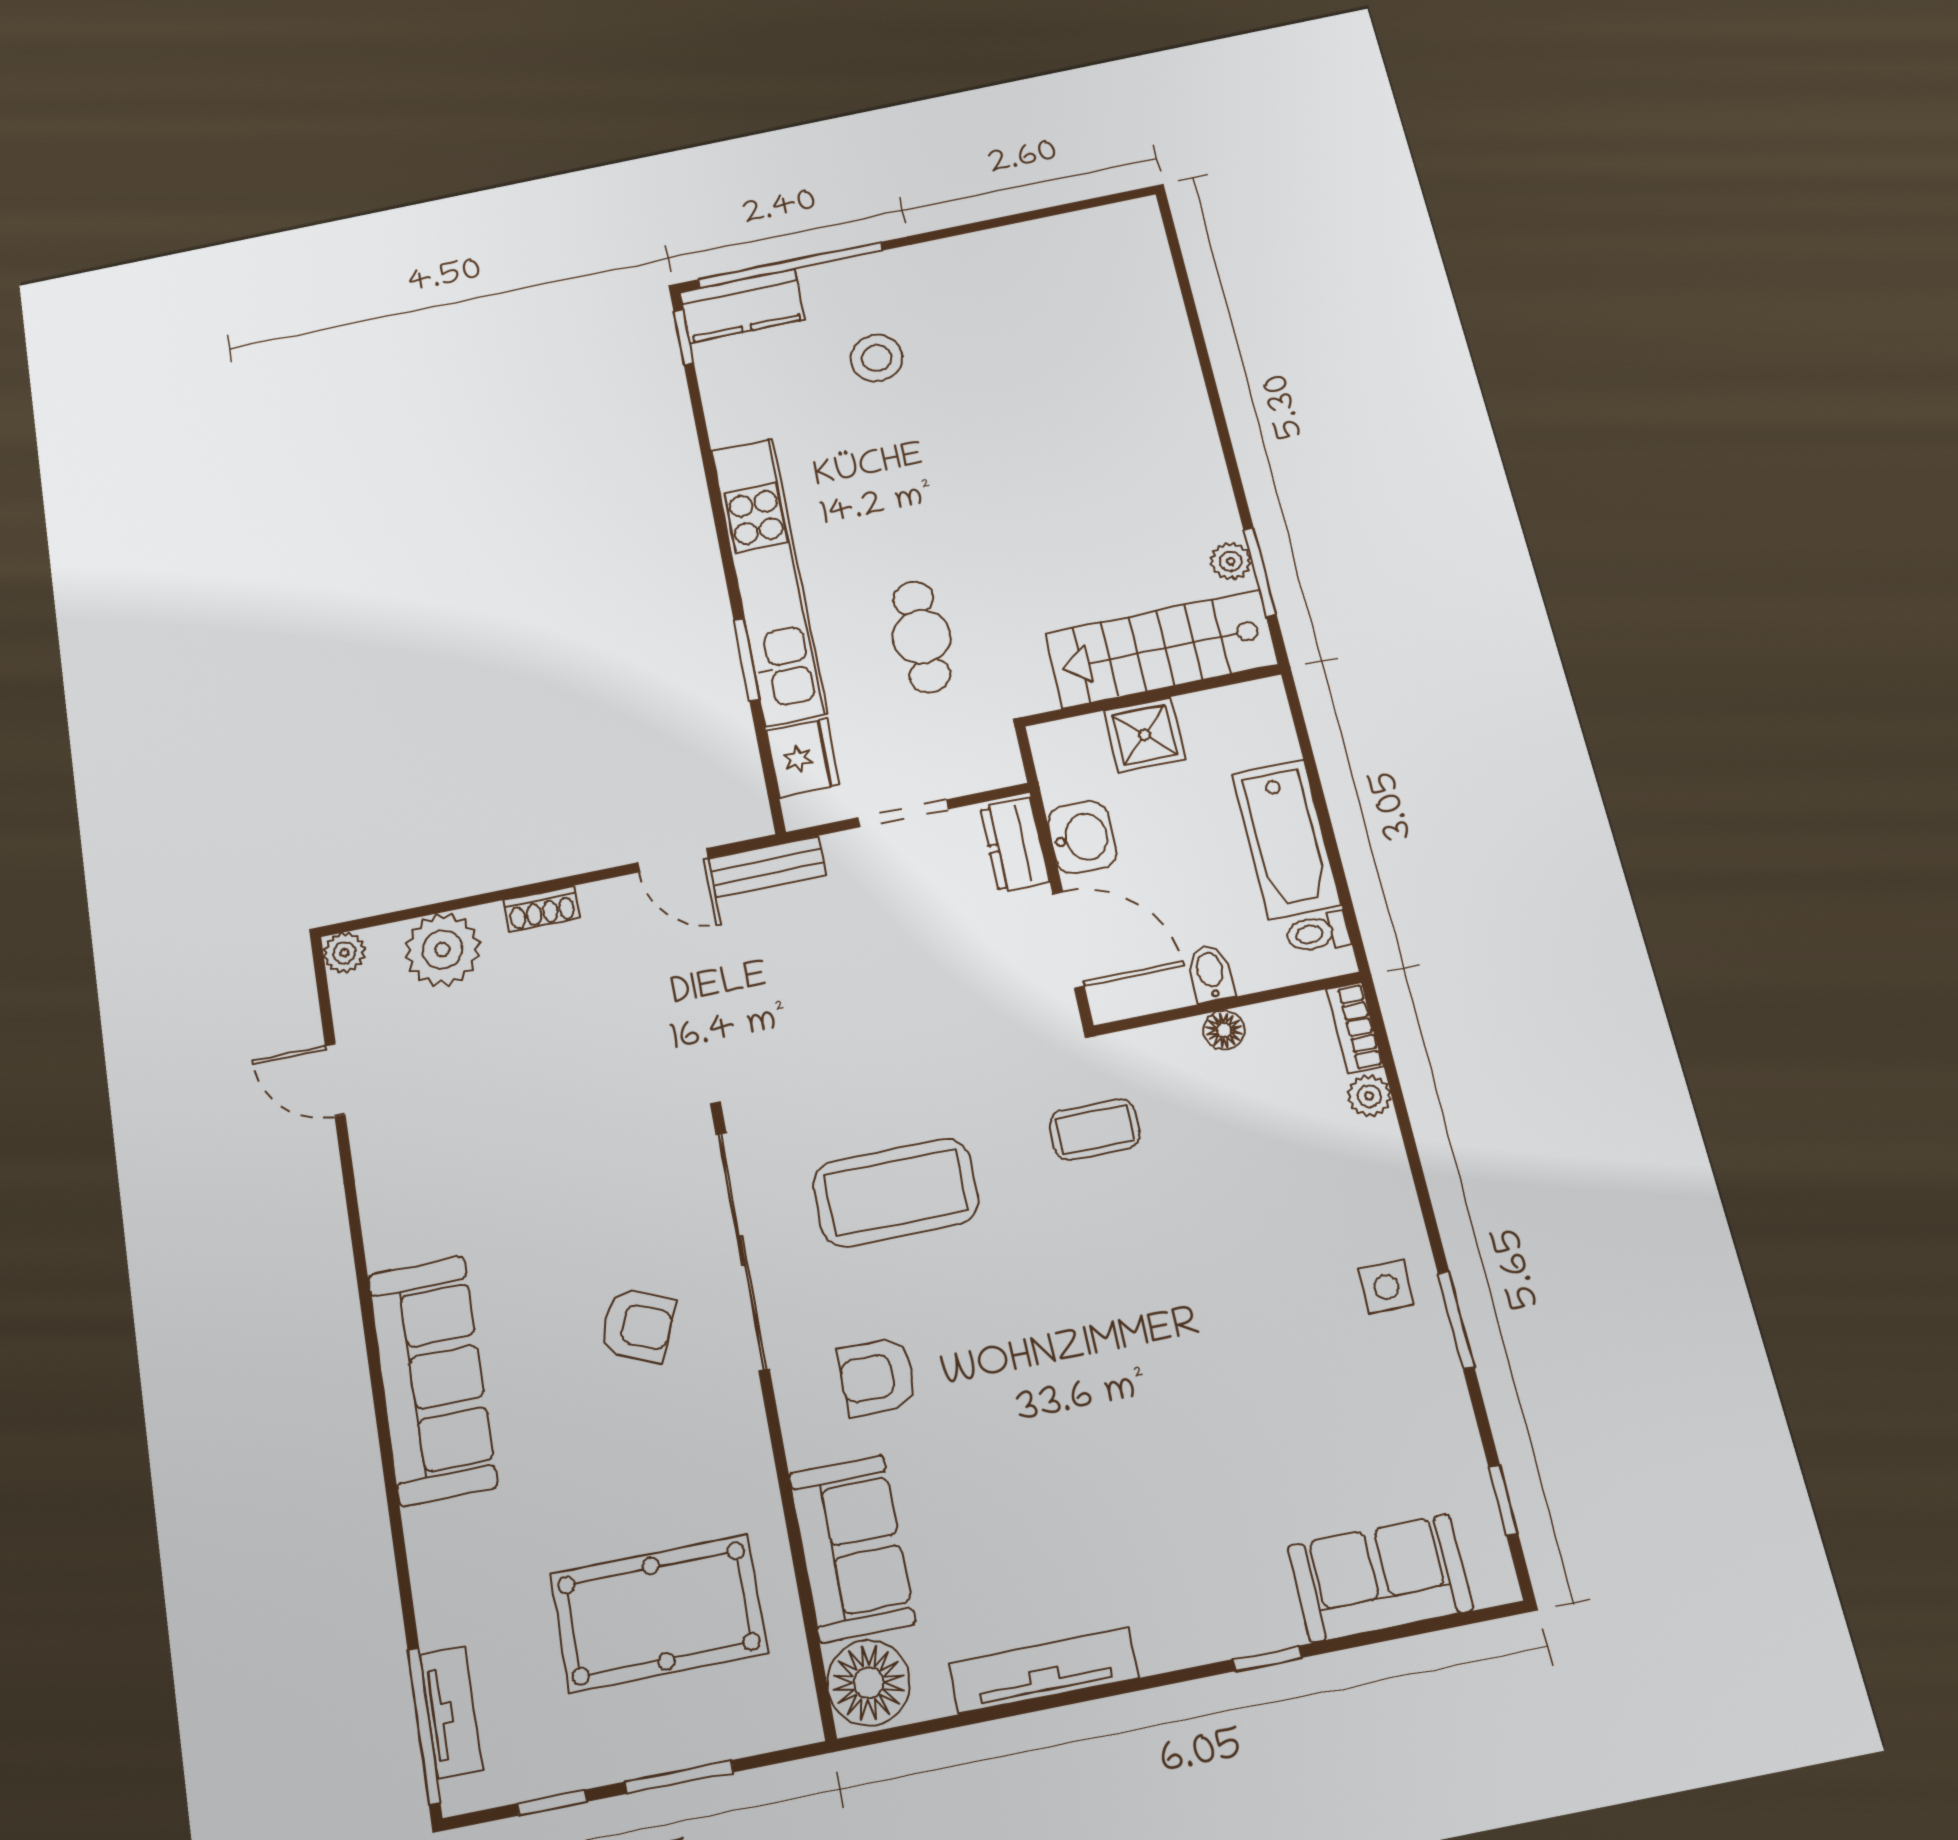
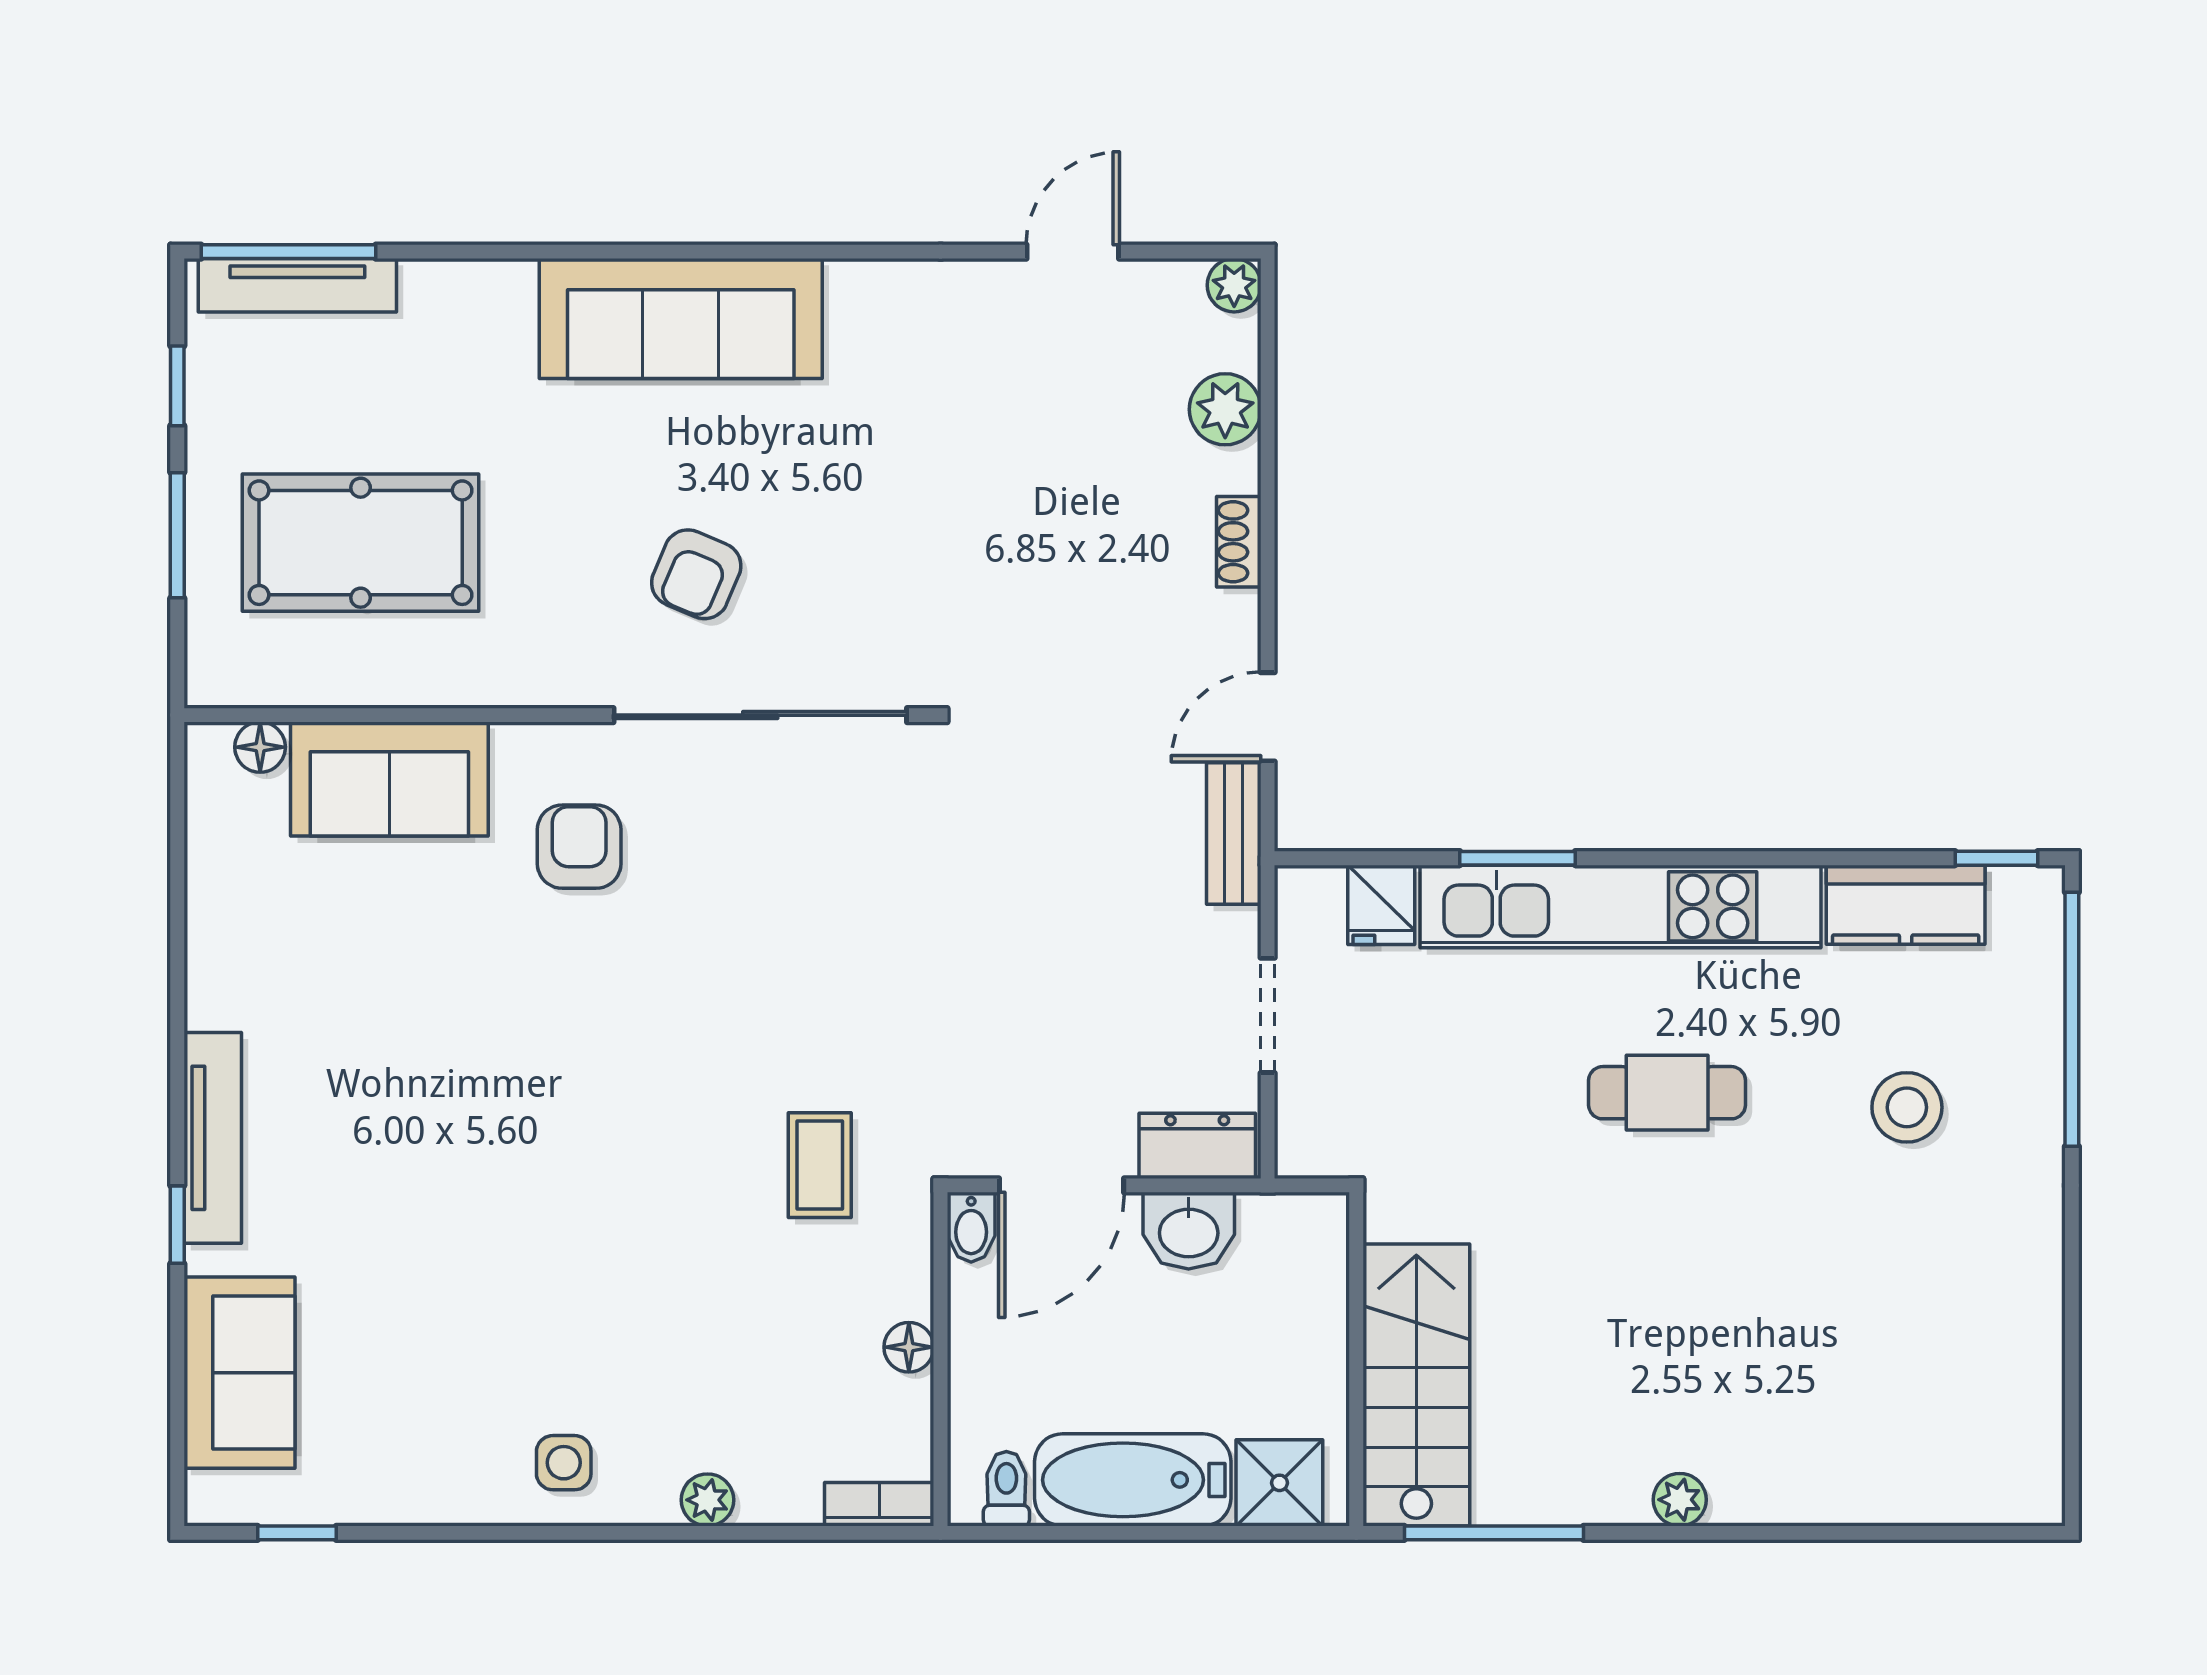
kitchen counter: (742, 306) -> (1906, 905), moved, turned -90
plant: (1231, 561) -> (1680, 1500), moved
window: (1260, 572) -> (1494, 1533), width x1.44
cafe table: (922, 637) -> (1667, 1093), moved
shower: (1145, 735) -> (1279, 1483), moved
fridge: (803, 758) -> (1381, 905), width x0.72
plant: (442, 950) -> (1225, 409), width x0.73, depth x0.73
bidet: (1210, 974) -> (971, 1227), moved, turned 90
plant: (1369, 1096) -> (707, 1500), moved
coffee table: (896, 1193) -> (792, 912), removed
window: (1456, 1320) -> (510, 1533), removed
pool table: (659, 1613) -> (361, 543), turned 90
tv unit: (1043, 1671) -> (213, 1138), moved
floor lamp: (869, 1683) -> (260, 747), width x0.53, depth x0.53
tv unit: (451, 1712) -> (297, 285), width x1.41

